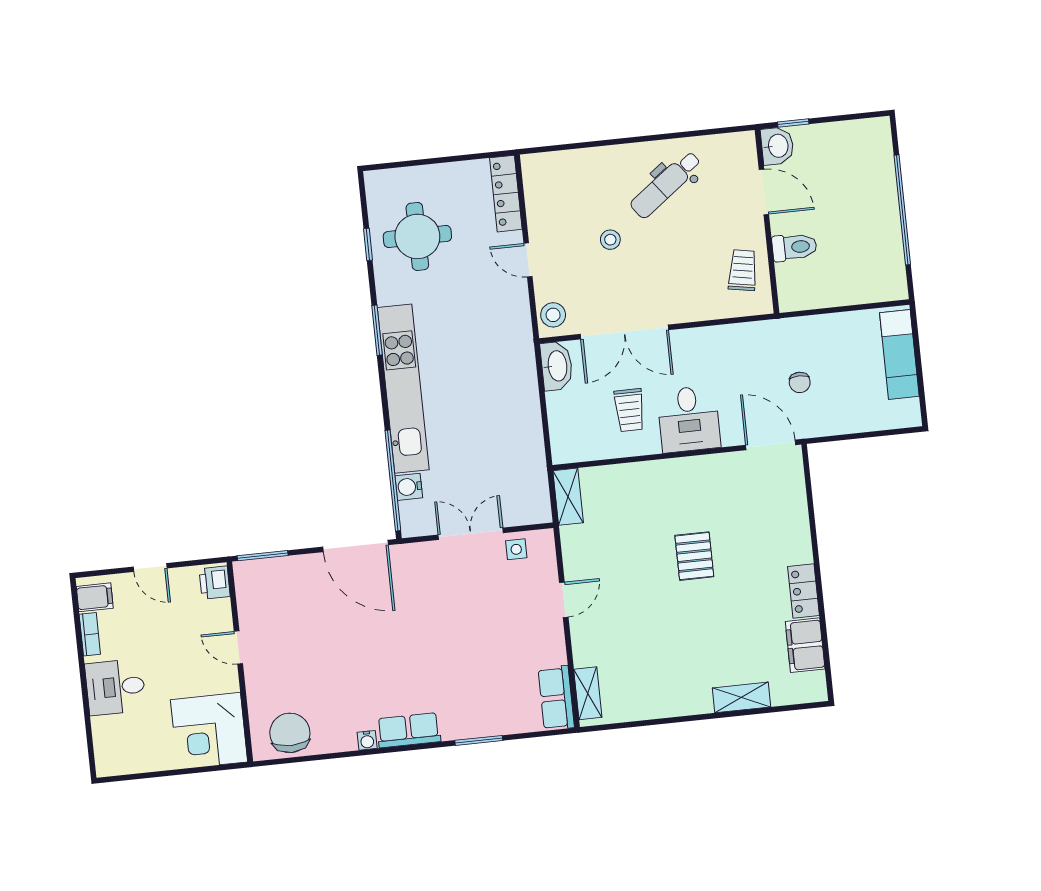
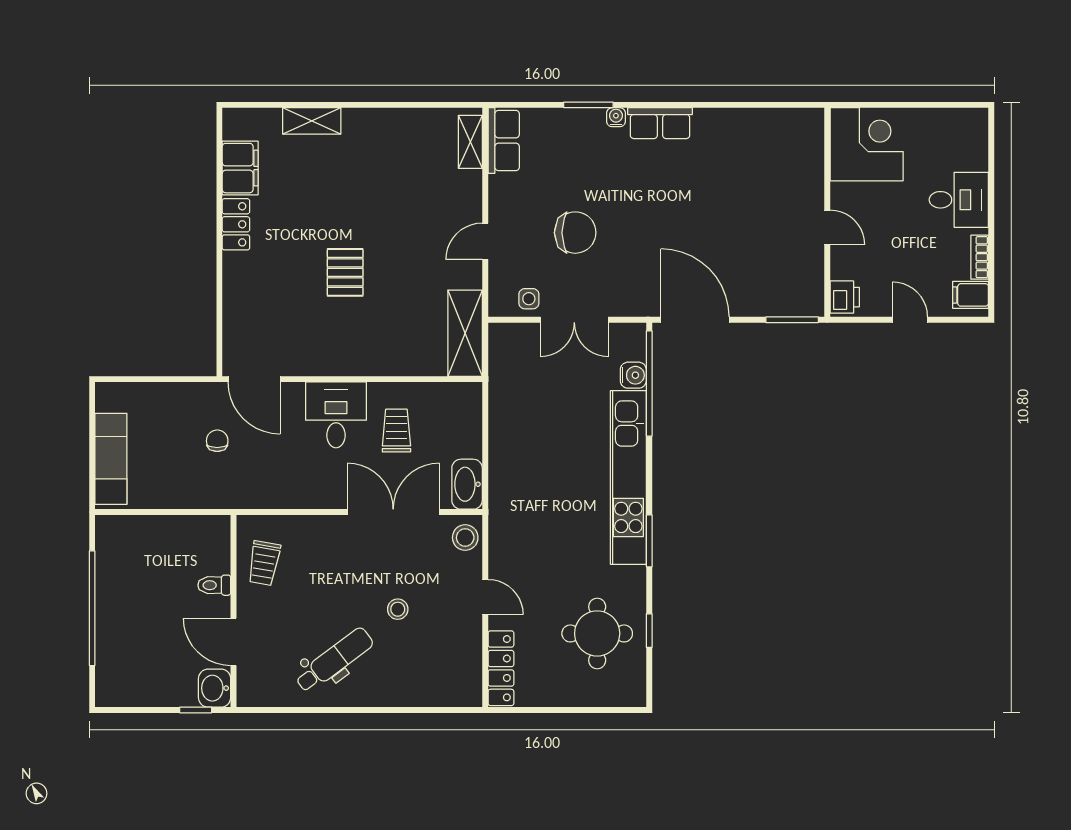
toilet: (794, 247) -> (214, 585), width x0.73, depth x0.72
shelving: (568, 497) -> (465, 333), width x1.50, depth x1.33
chair: (290, 733) -> (575, 233), moved, turned -90
water cooler: (367, 740) -> (616, 117), moved

